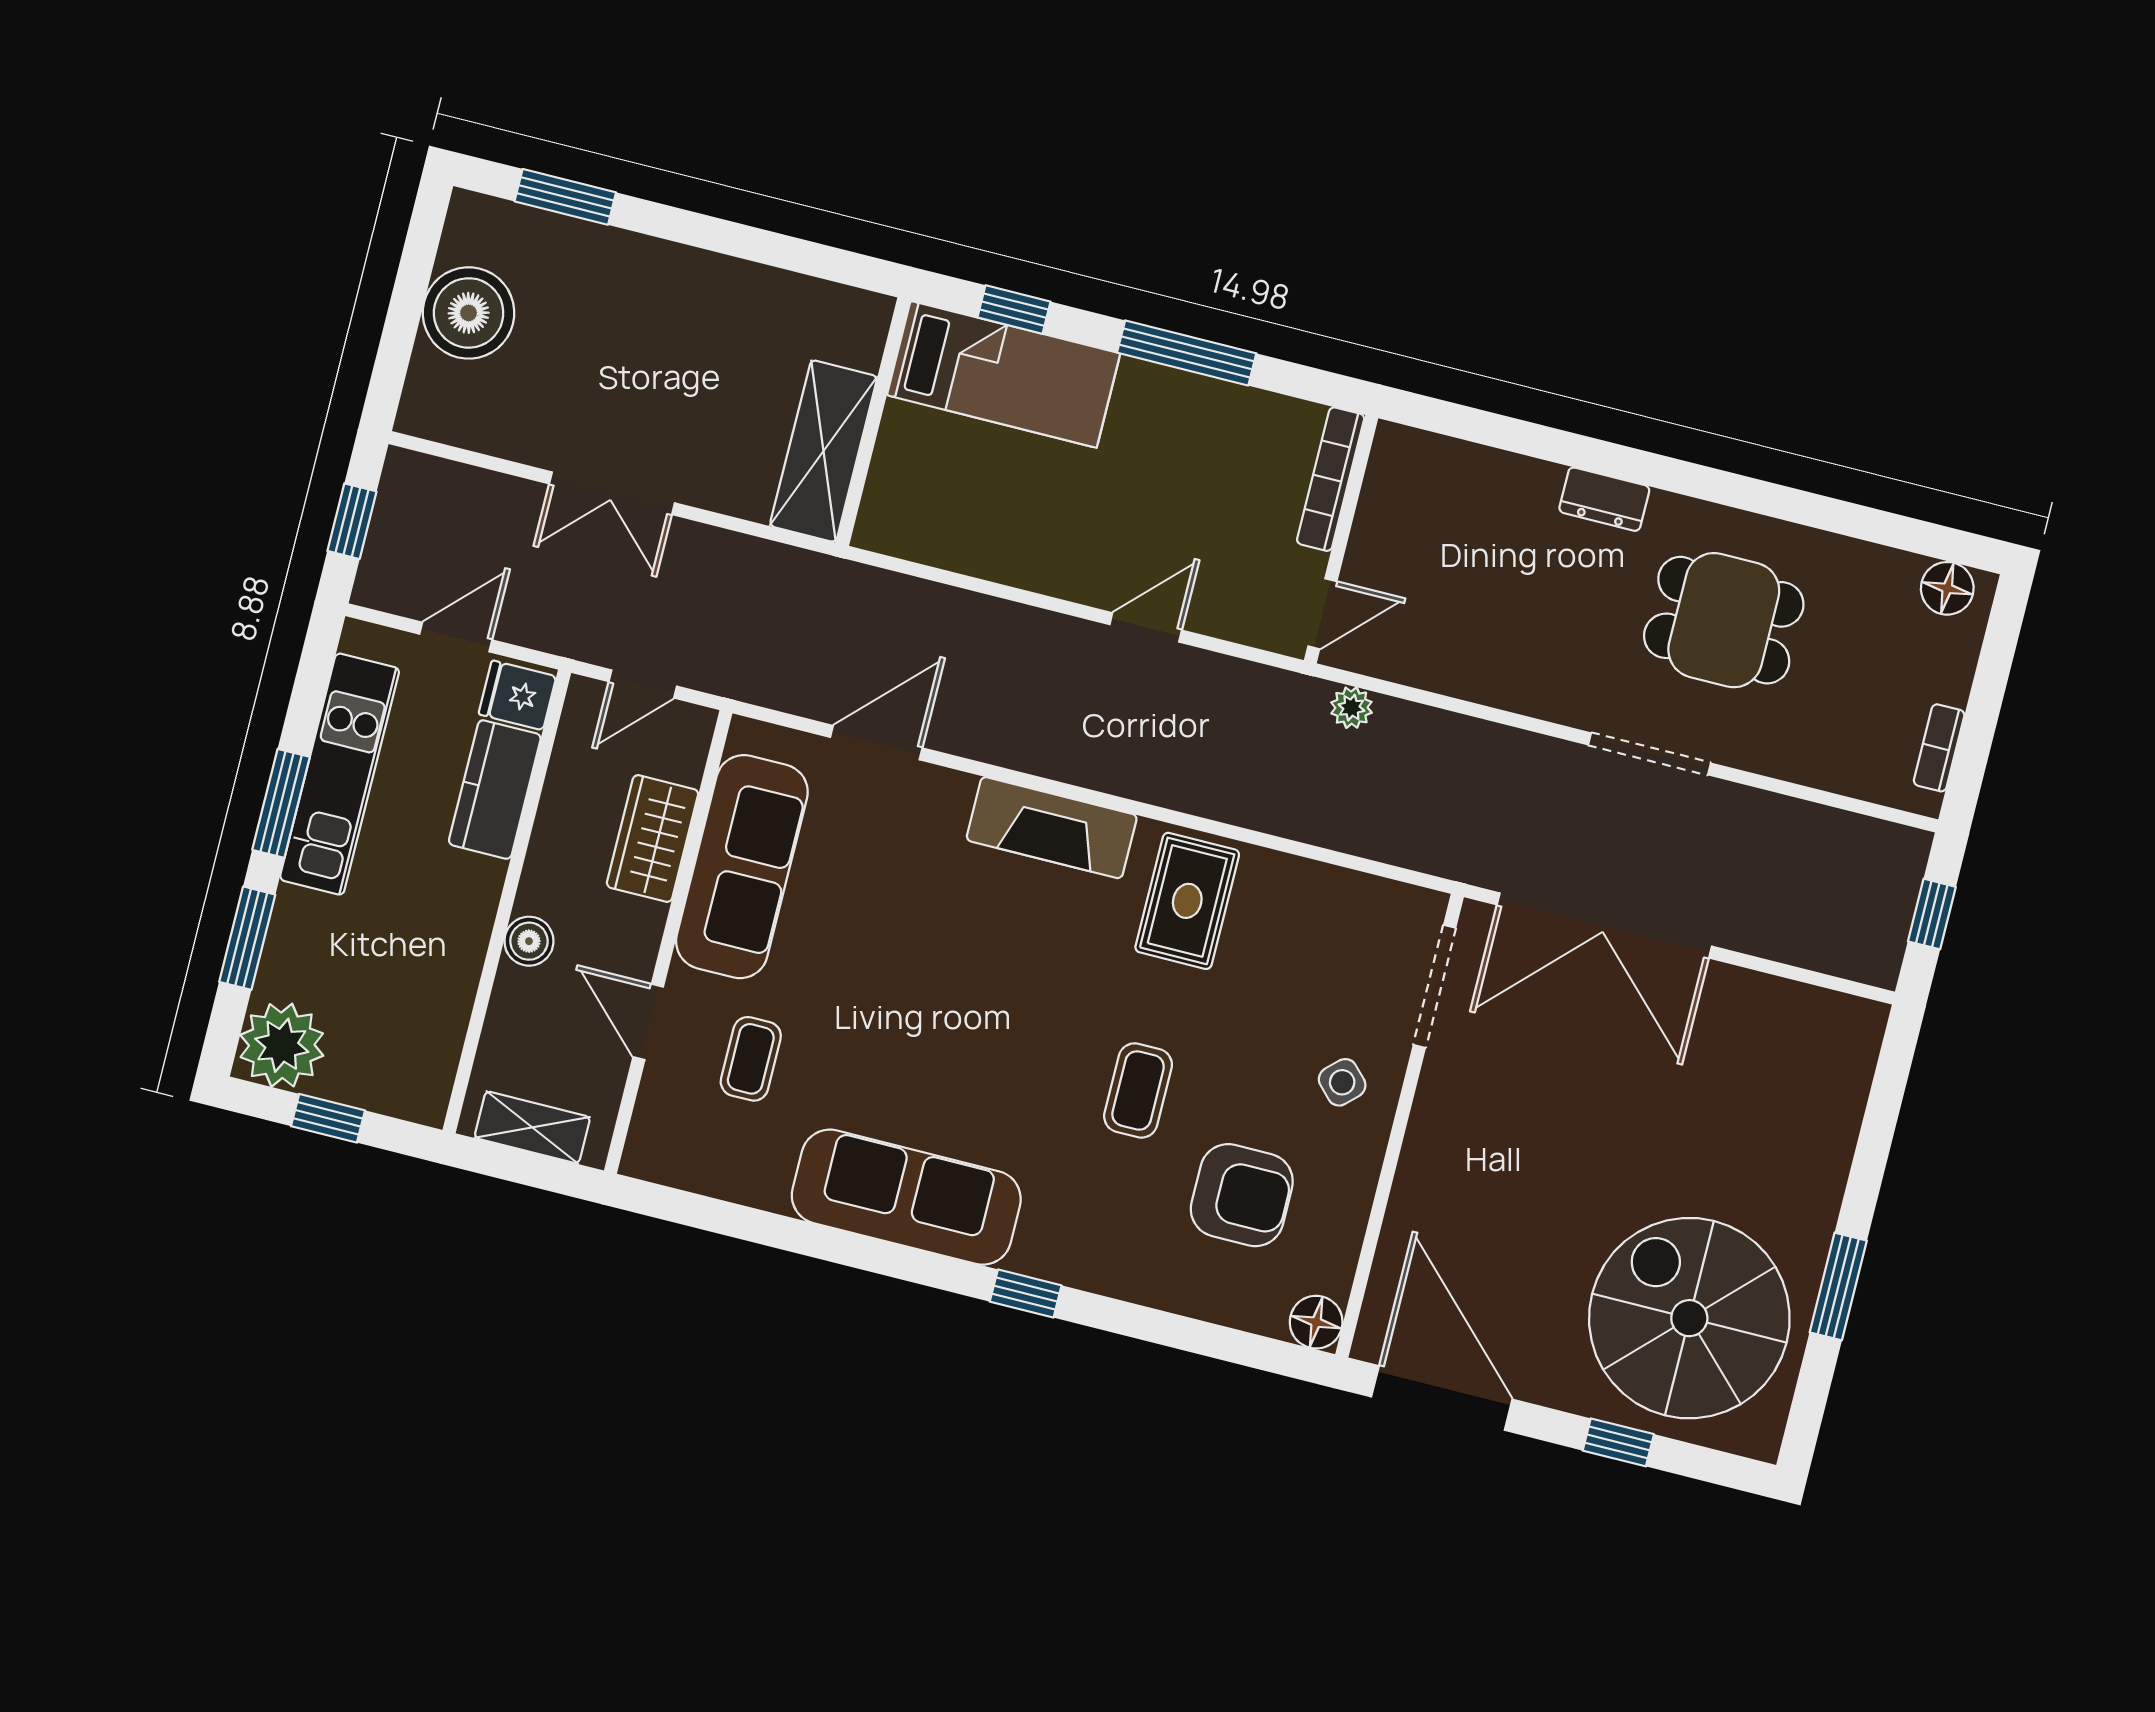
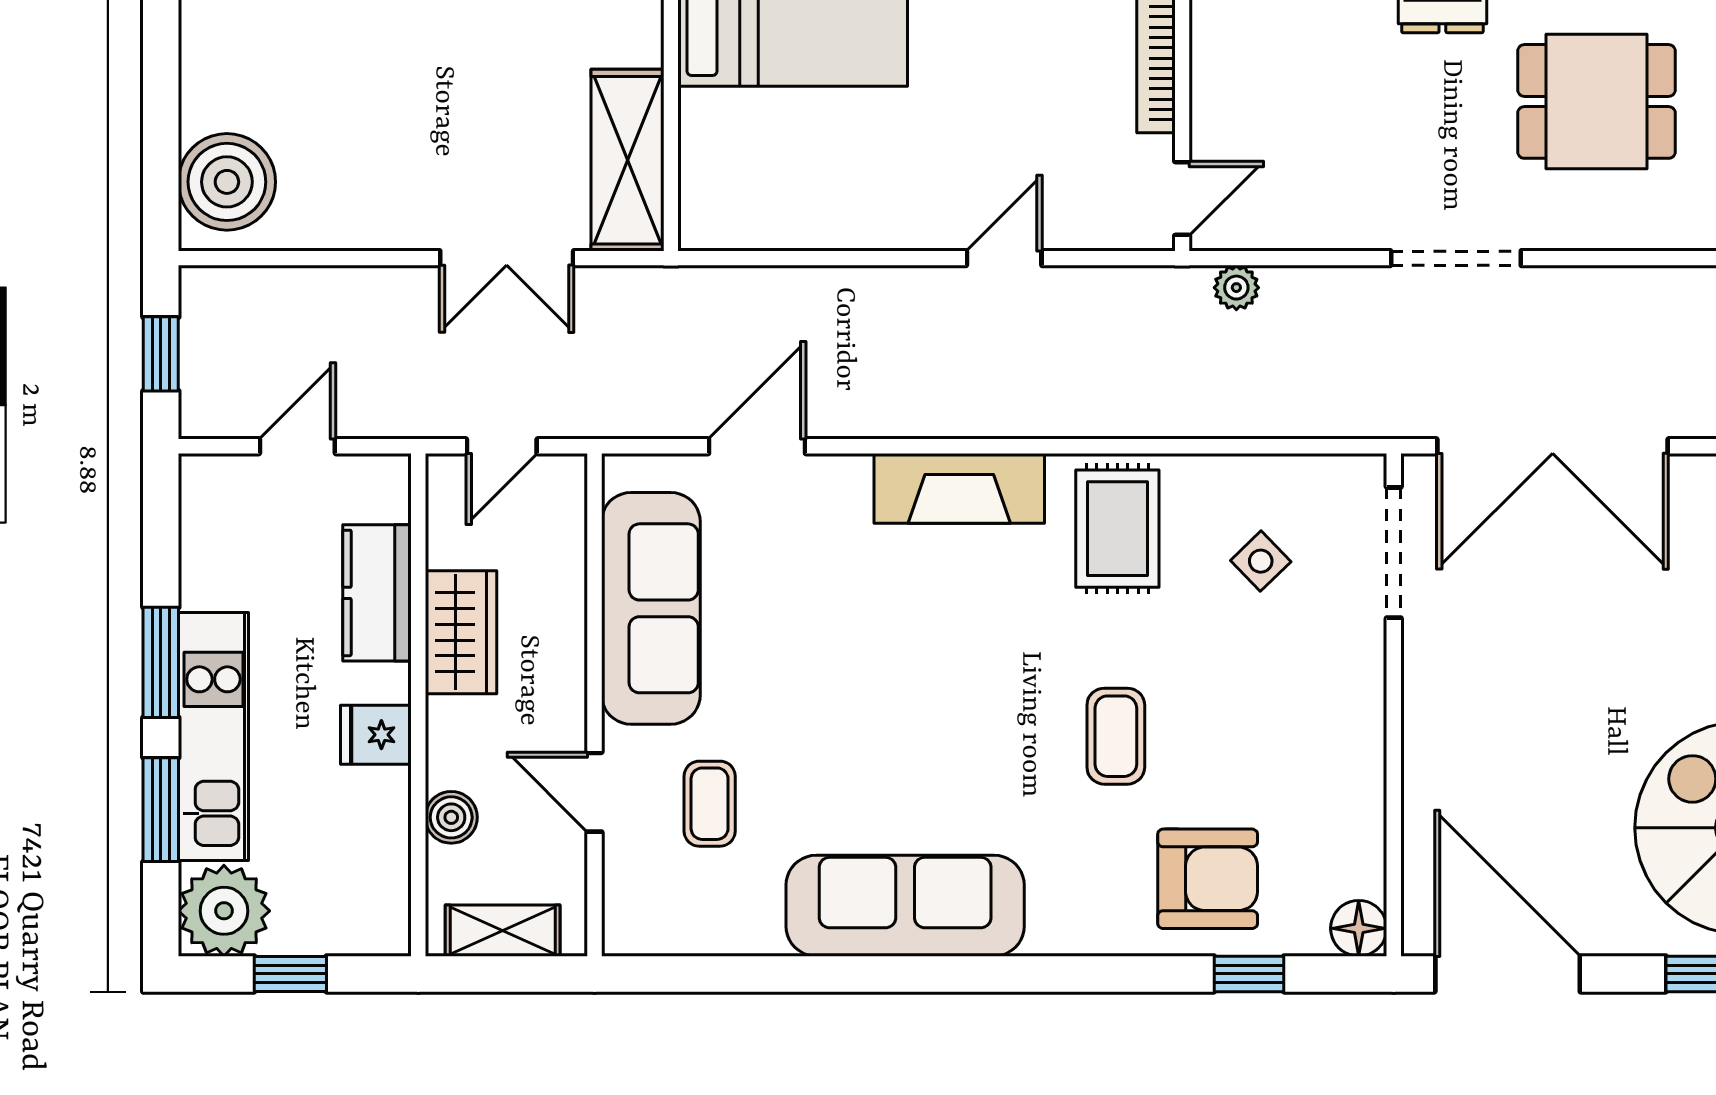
boiler: (469, 313) -> (227, 182), moved
double door: (612, 493) -> (507, 258), moved
fridge: (517, 695) -> (376, 735), moved
doorway: (1649, 754) -> (1456, 258), moved
kitchen unit: (340, 774) -> (213, 736), moved
wardrobe: (653, 839) -> (461, 632), moved, turned 180
boiler: (529, 941) -> (451, 817), moved
side table: (1342, 1082) -> (1261, 561), moved
armchair: (1242, 1195) -> (1208, 879), moved
window: (1026, 1294) -> (1249, 974), moved

